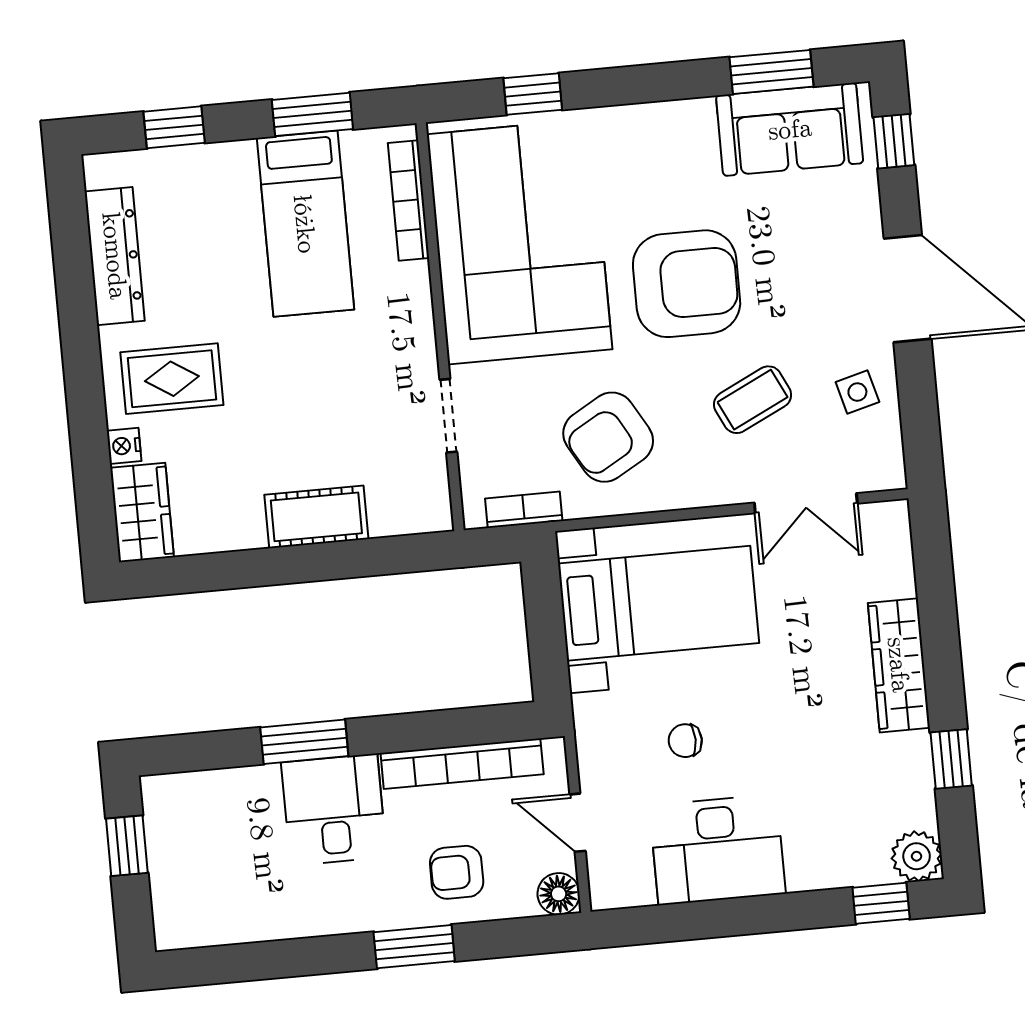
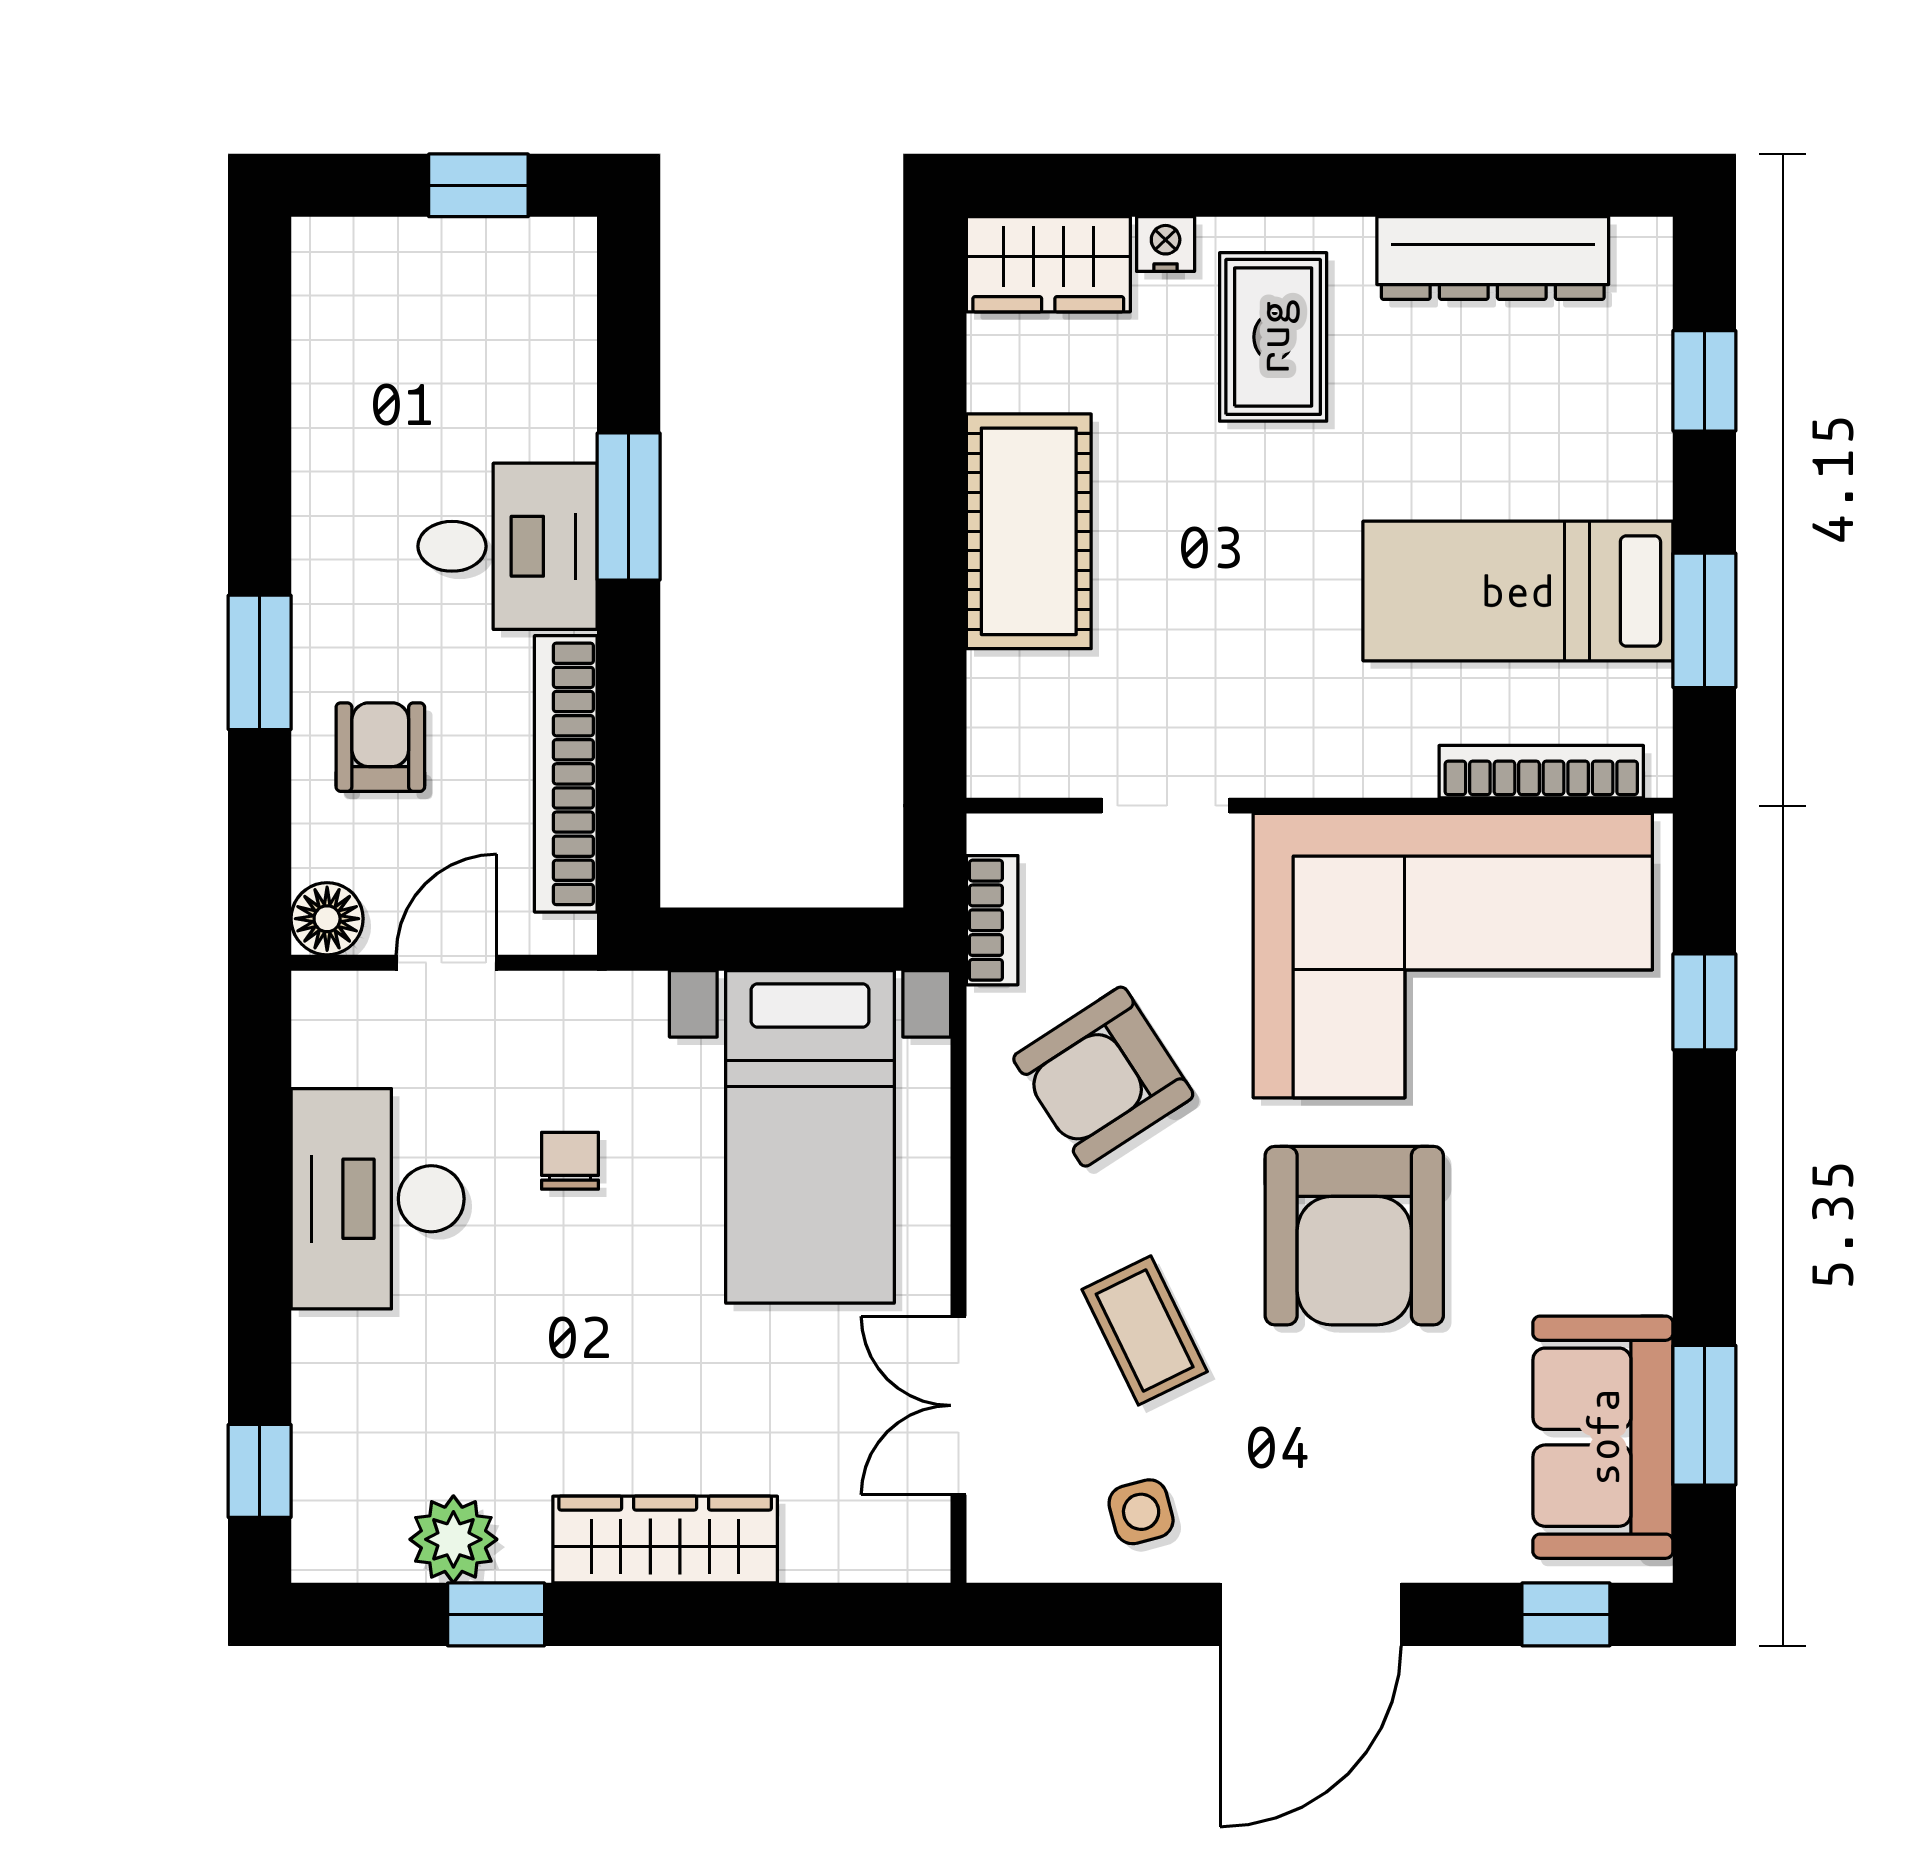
armchair: (608, 437) -> (1103, 1077), turned -93
cot: (316, 517) -> (1029, 531), width x1.37, depth x1.34
plant: (917, 856) -> (453, 1539), moved

